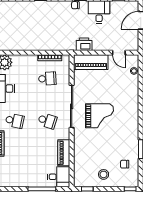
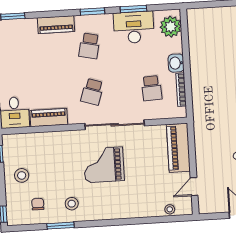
printer: (84, 44) -> (203, 137), removed
washbasin: (31, 60) -> (176, 63), added
grand piano: (100, 116) -> (104, 165), turned 90
stool: (126, 140) -> (72, 204), added

